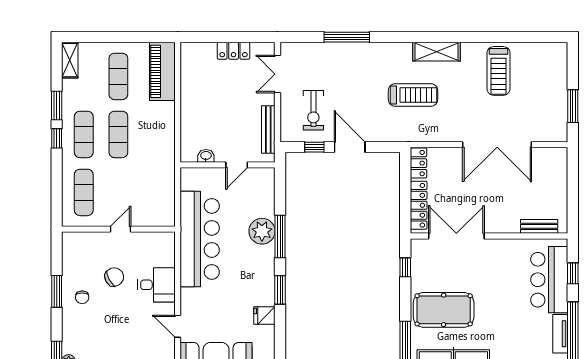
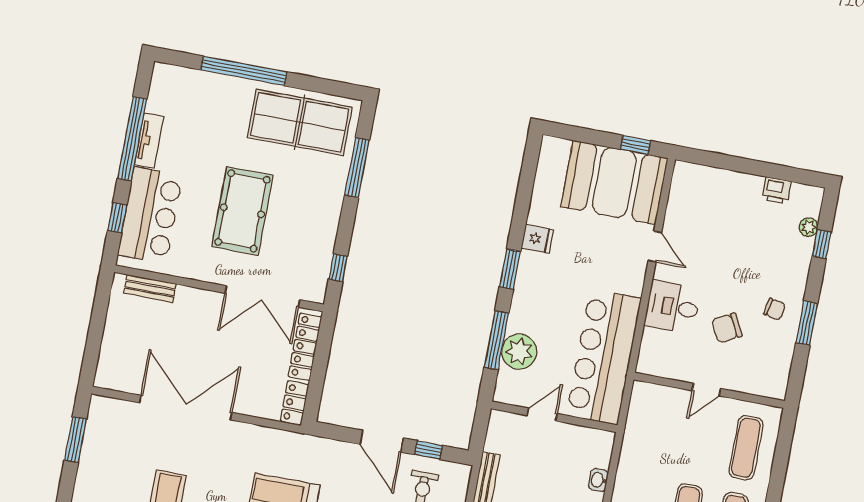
washbasin: (206, 156) -> (598, 480), moved, turned 90
wall: (228, 165) -> (554, 417), moved
door: (237, 165) -> (542, 414), moved
chair: (82, 297) -> (774, 309), turned 101
pool table: (444, 310) -> (242, 211), moved, turned 90

